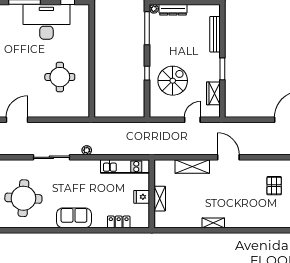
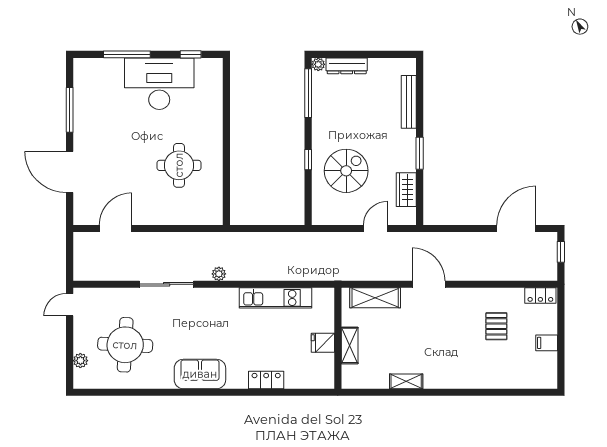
wall: (152, 194) -> (338, 338), moved
fridge: (142, 197) -> (323, 343), moved
shelving: (160, 199) -> (350, 345), moved

